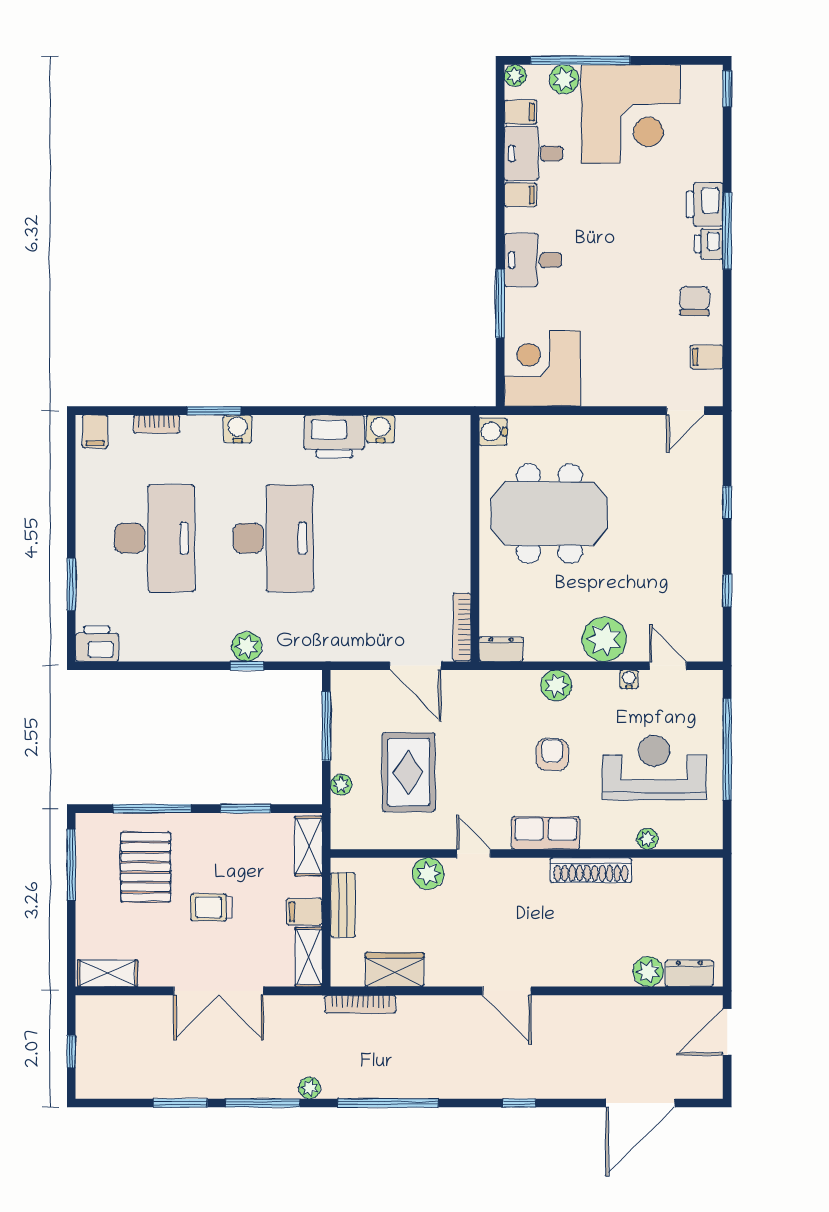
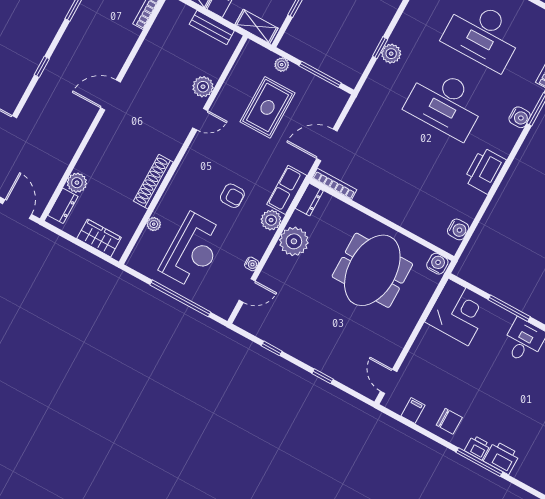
water cooler: (380, 429) -> (458, 229), moved
plant: (604, 639) -> (294, 241), moved
rug: (409, 772) -> (267, 107), turned 90
row of seats: (546, 833) -> (287, 190), moved, turned 180
wardrobe: (395, 970) -> (99, 238), moved, turned -90

